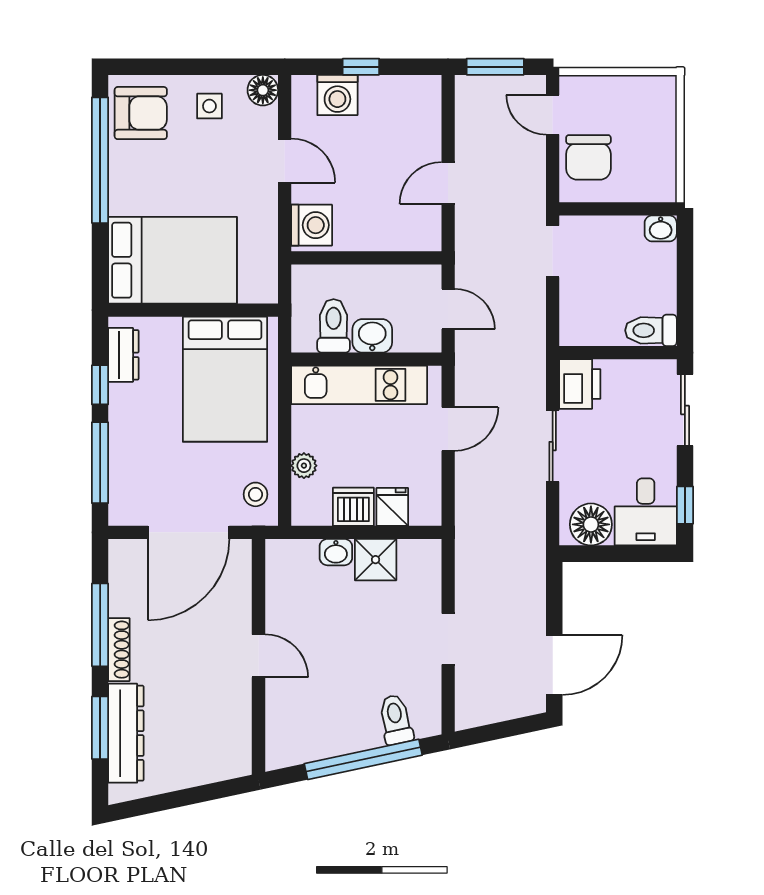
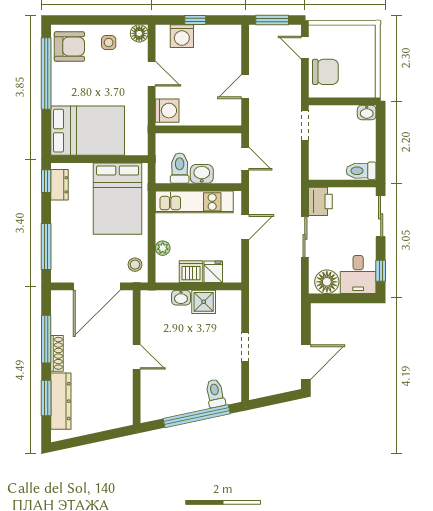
chair: (588, 157) -> (325, 72), turned -90
window: (100, 385) -> (46, 181), moved

